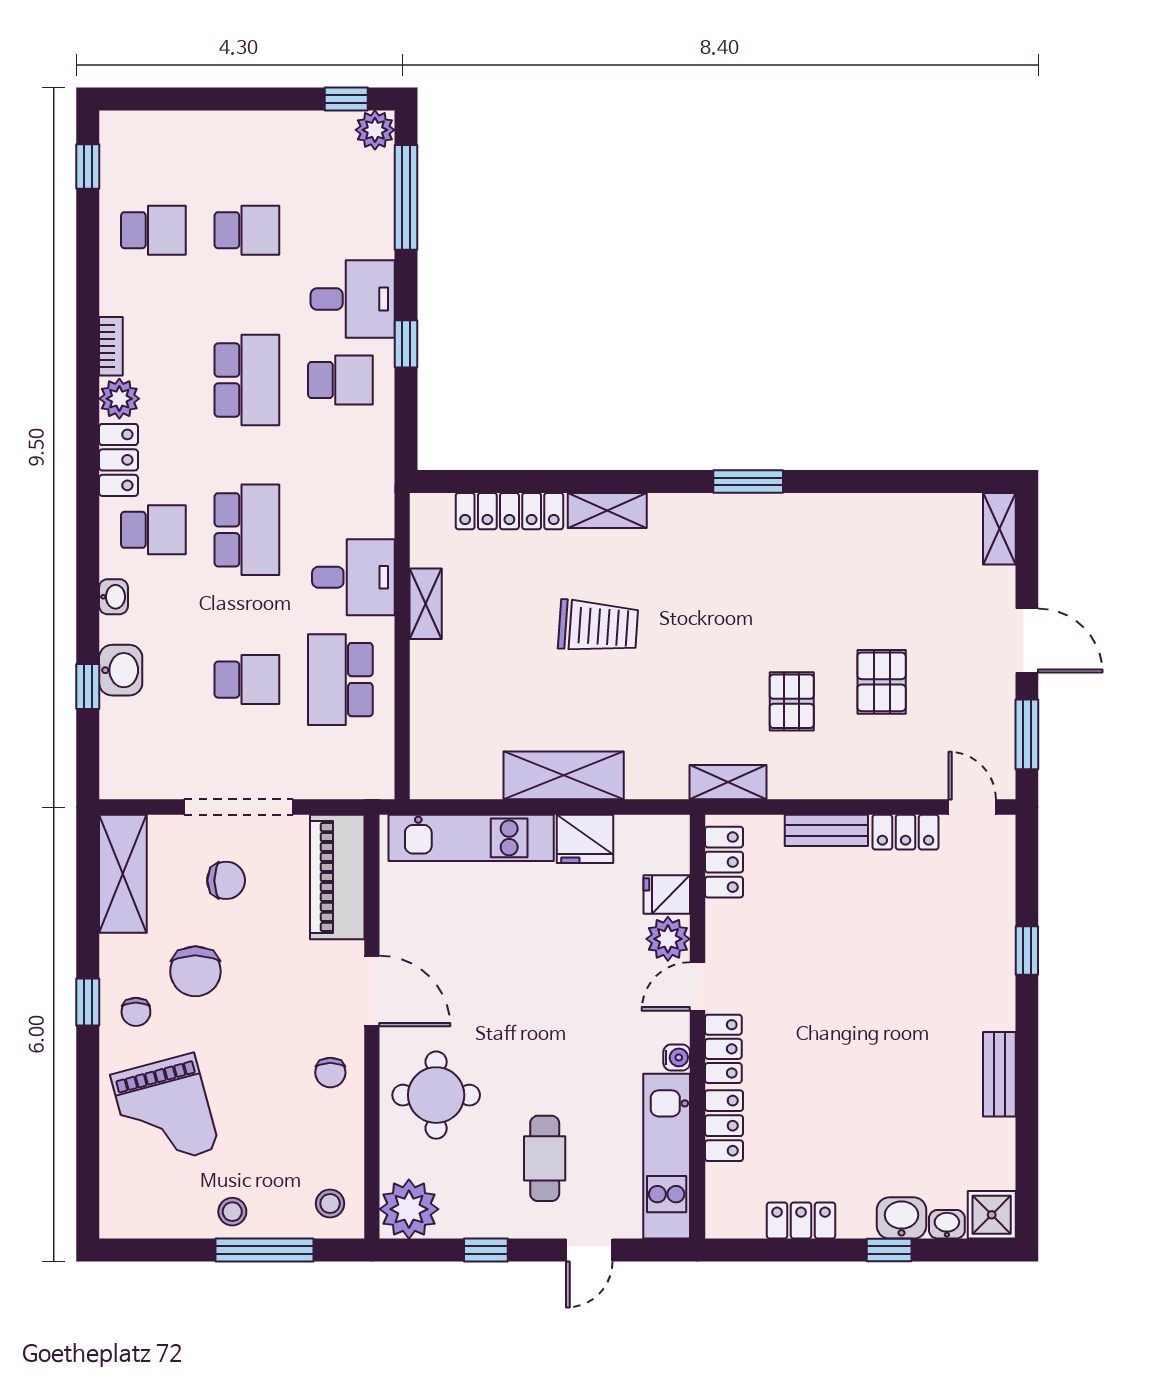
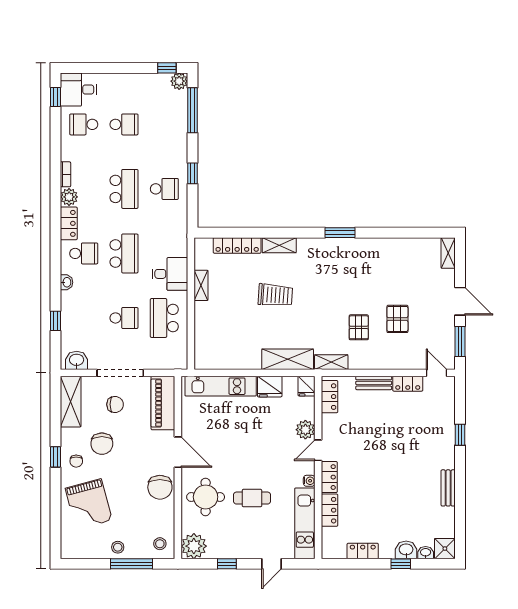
school desk: (153, 230) -> (84, 124), turned 180
desk: (353, 299) -> (78, 89), moved, turned 180
washbasin: (121, 670) -> (77, 360), moved, turned -90
shelving: (564, 775) -> (288, 359), moved
fridge: (667, 894) -> (306, 386), moved, turned -90
chair: (330, 1073) -> (160, 487), width x1.87, depth x1.87
cafe table: (545, 1158) -> (252, 498), moved, turned 90

